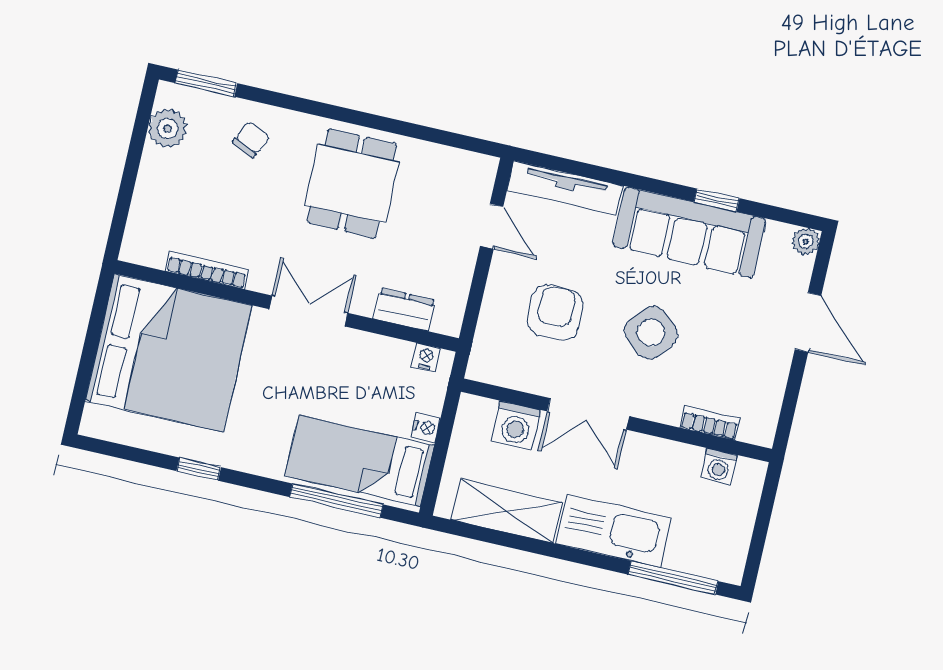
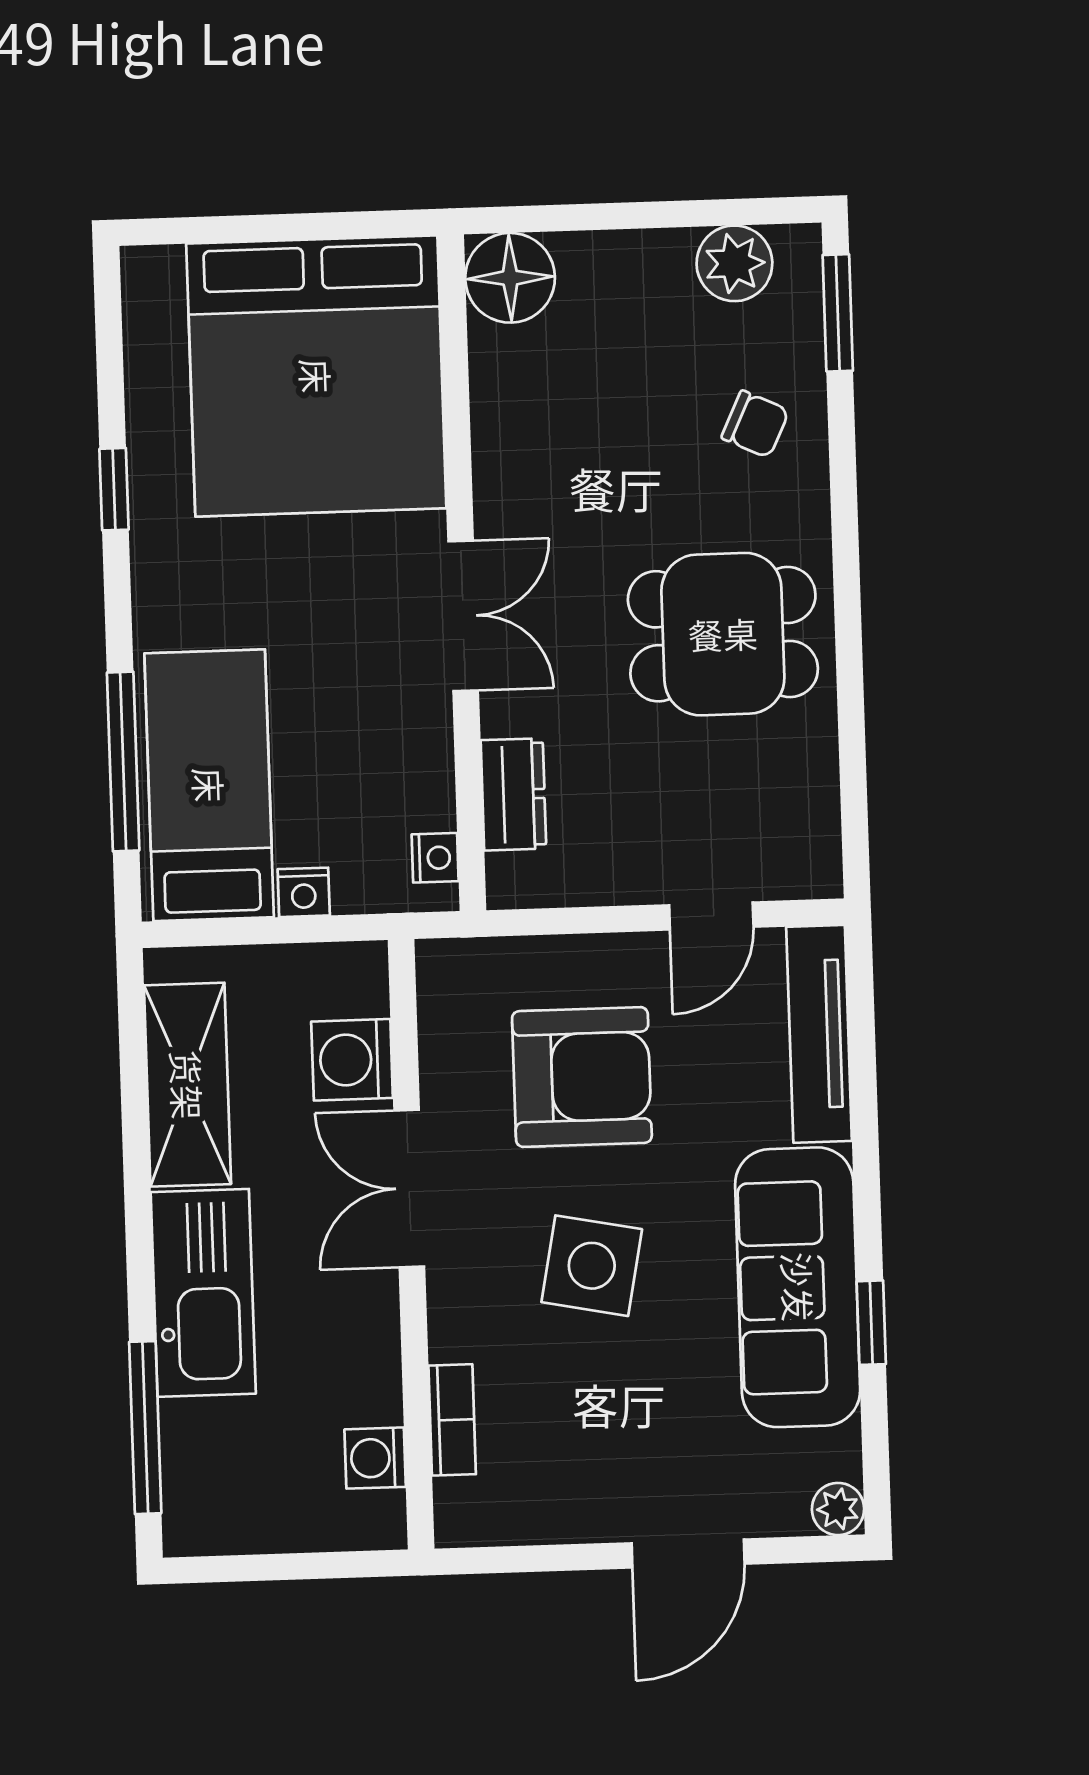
floor lamp: (145, 243) -> (510, 278), added
bookcase: (207, 270) -> (489, 407), removed
armchair: (555, 313) -> (582, 1077), width x1.36, depth x1.36
side table: (651, 333) -> (592, 1266), turned -30

